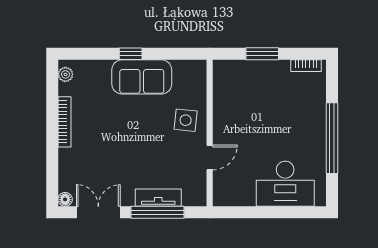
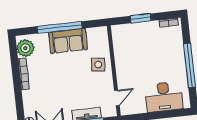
window: (131, 54) -> (60, 27), width x3.17
plant: (65, 74) -> (25, 48), width x1.88, depth x1.88
door: (210, 157) -> (117, 98), moved

